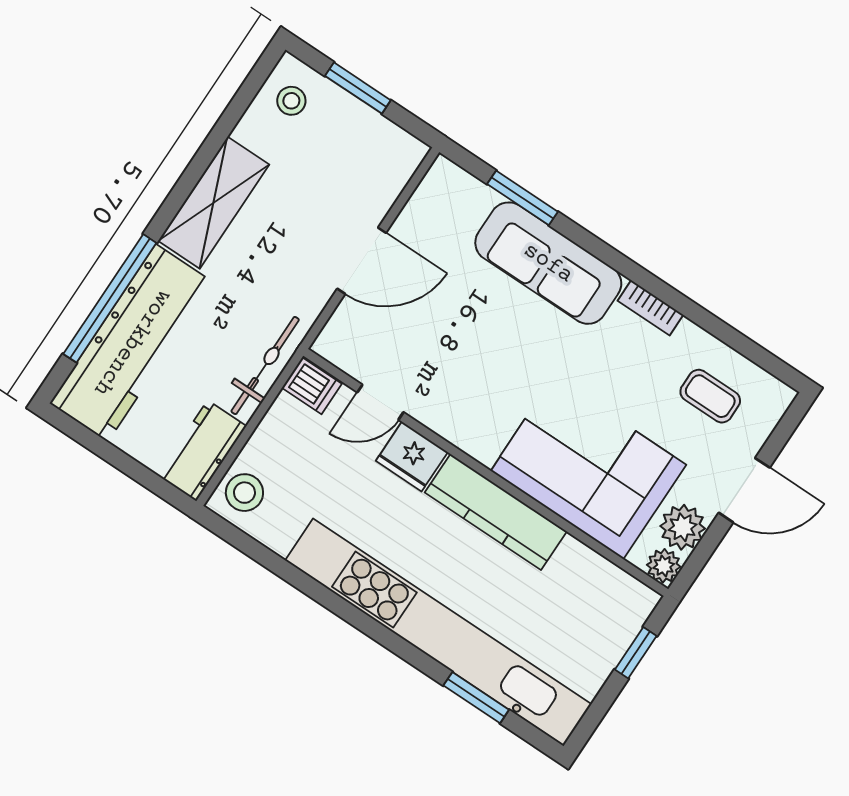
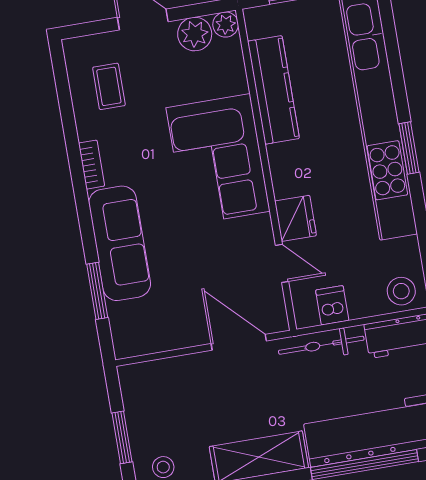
door: (362, 261) -> (239, 342), moved
dishwasher: (312, 386) -> (332, 305), moved
corner sofa: (588, 468) -> (218, 159), moved
kitchen counter: (496, 512) -> (273, 90), moved
window: (476, 698) -> (409, 148), moved

